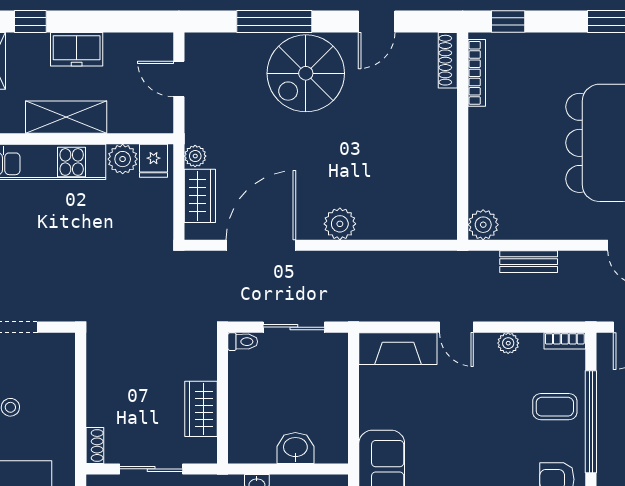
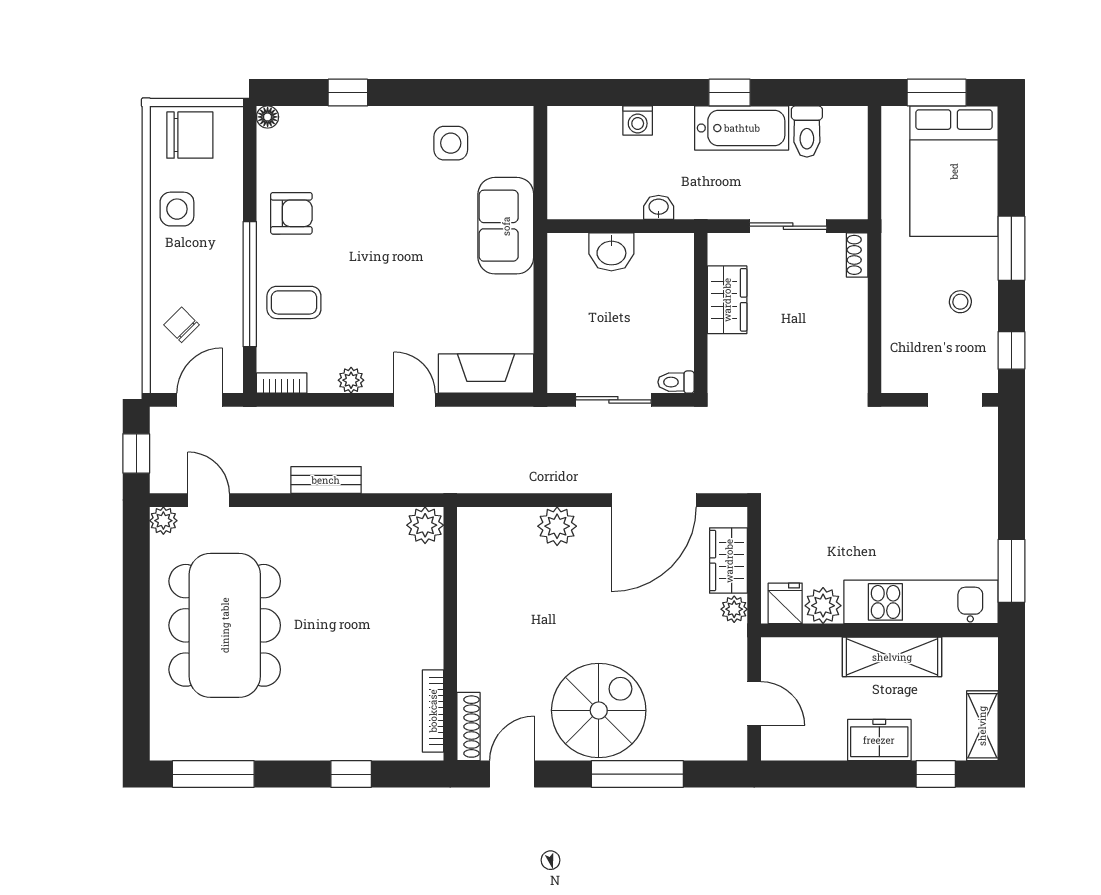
shoe rack: (448, 60) -> (468, 727), moved
bookcase: (477, 73) -> (433, 711), moved
wall: (463, 136) -> (450, 634), moved
plant: (483, 225) -> (425, 525), moved

